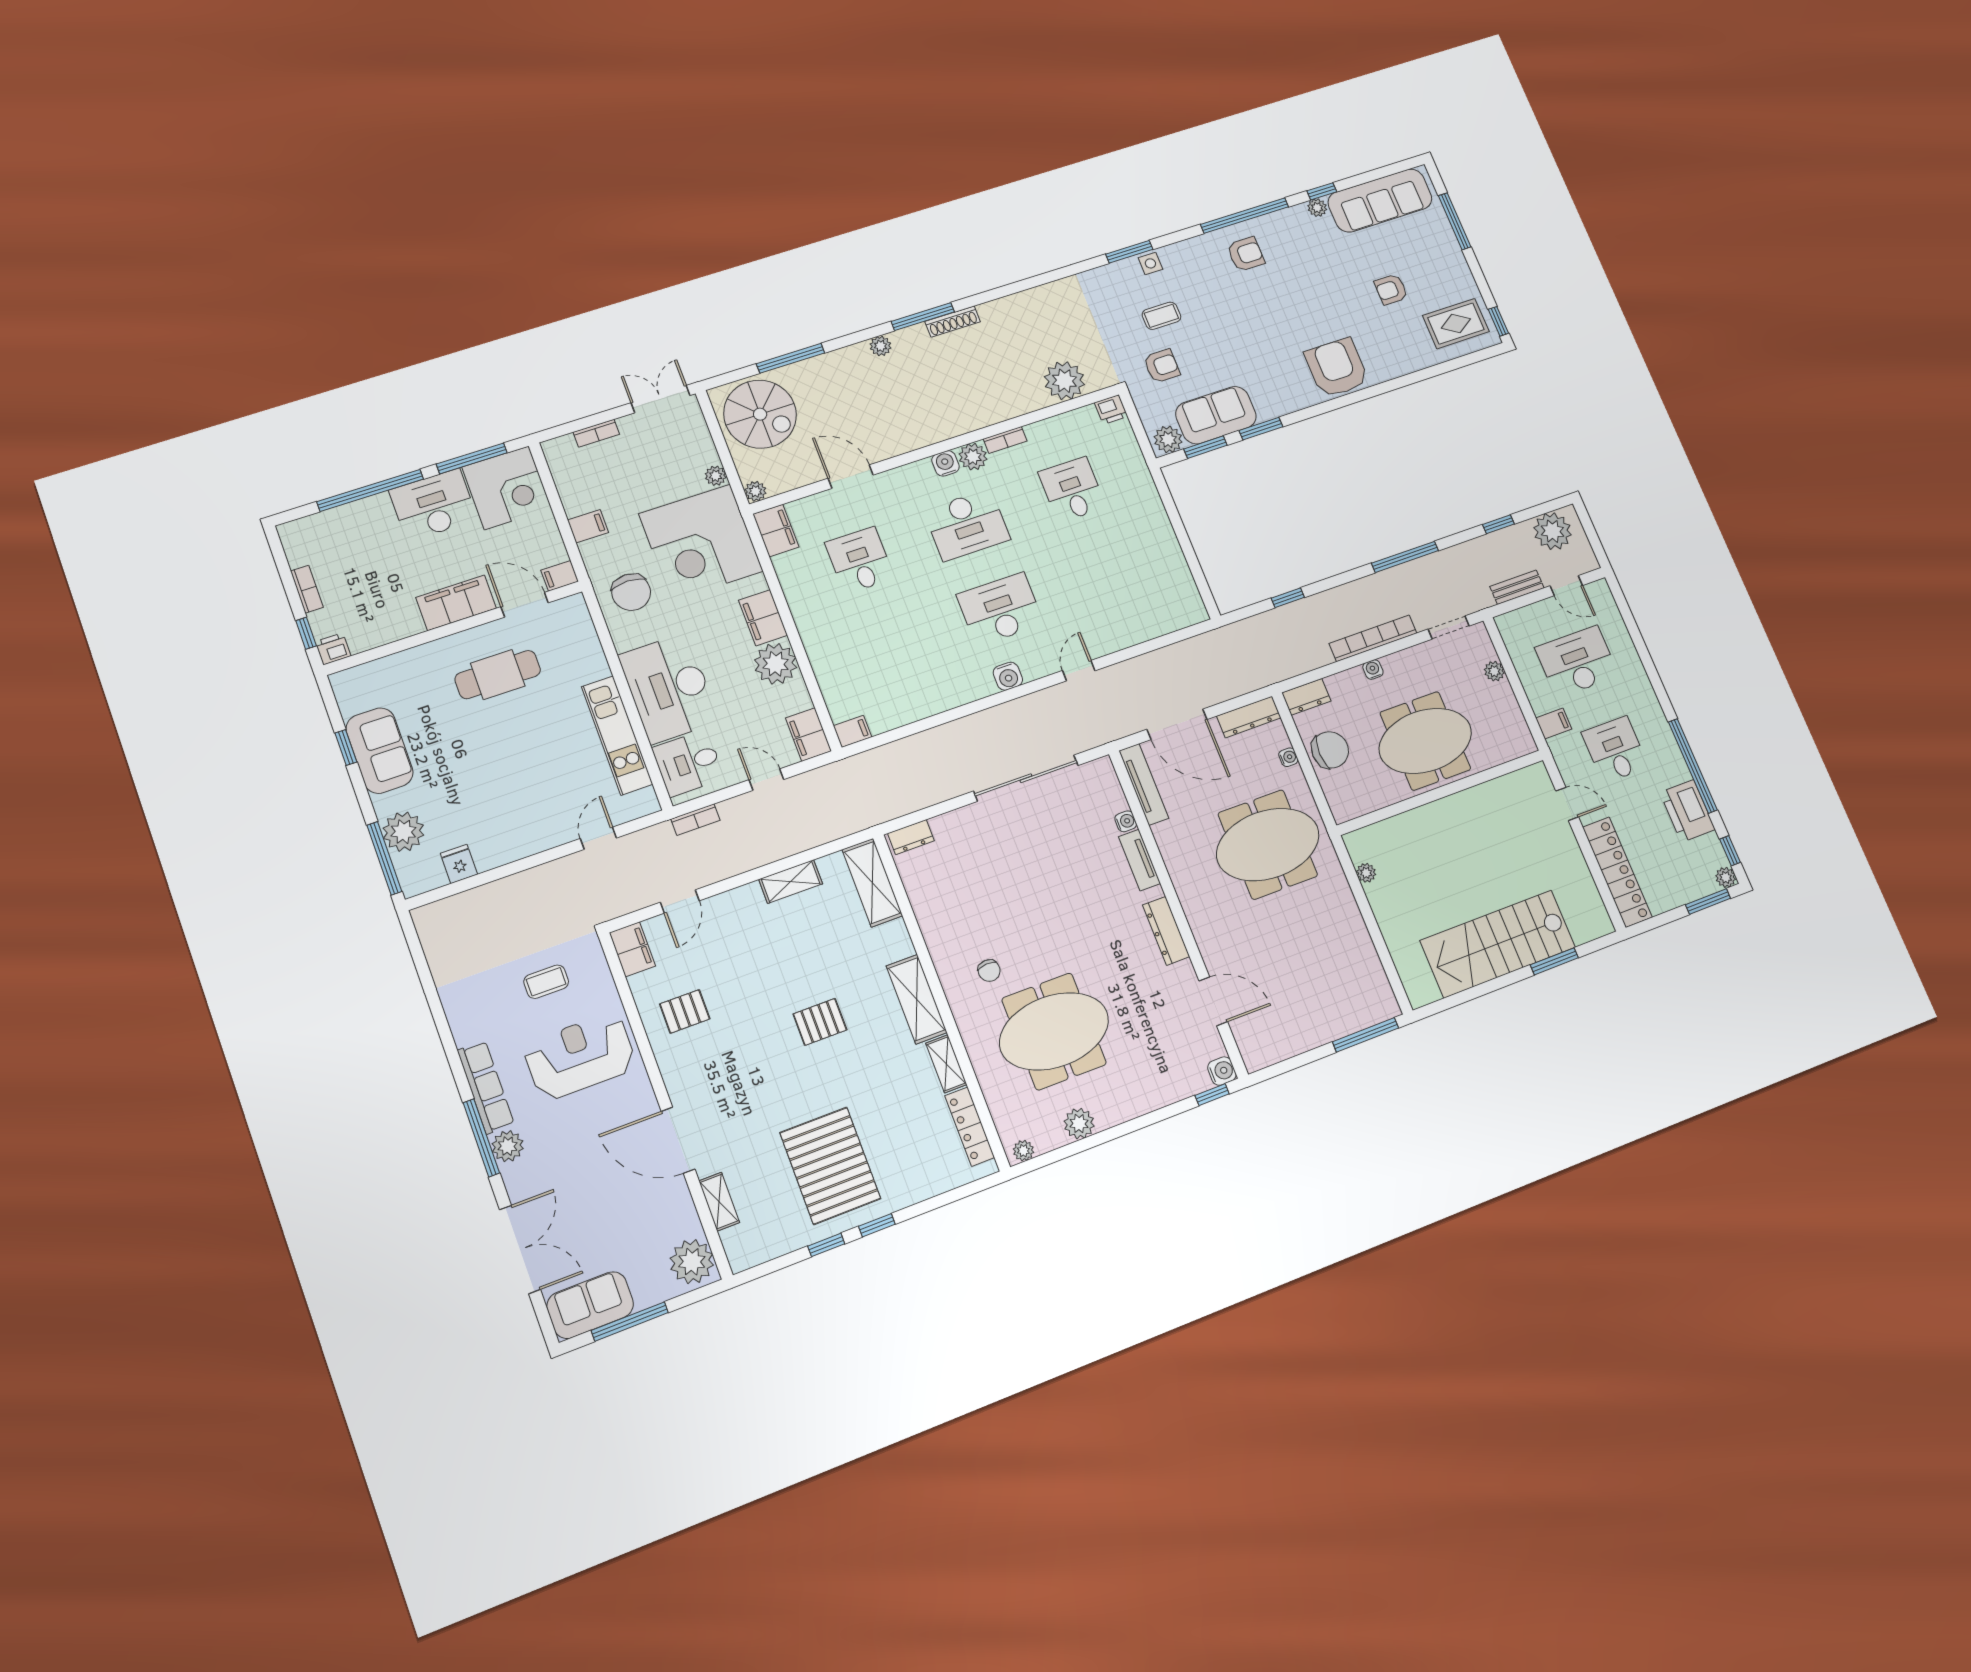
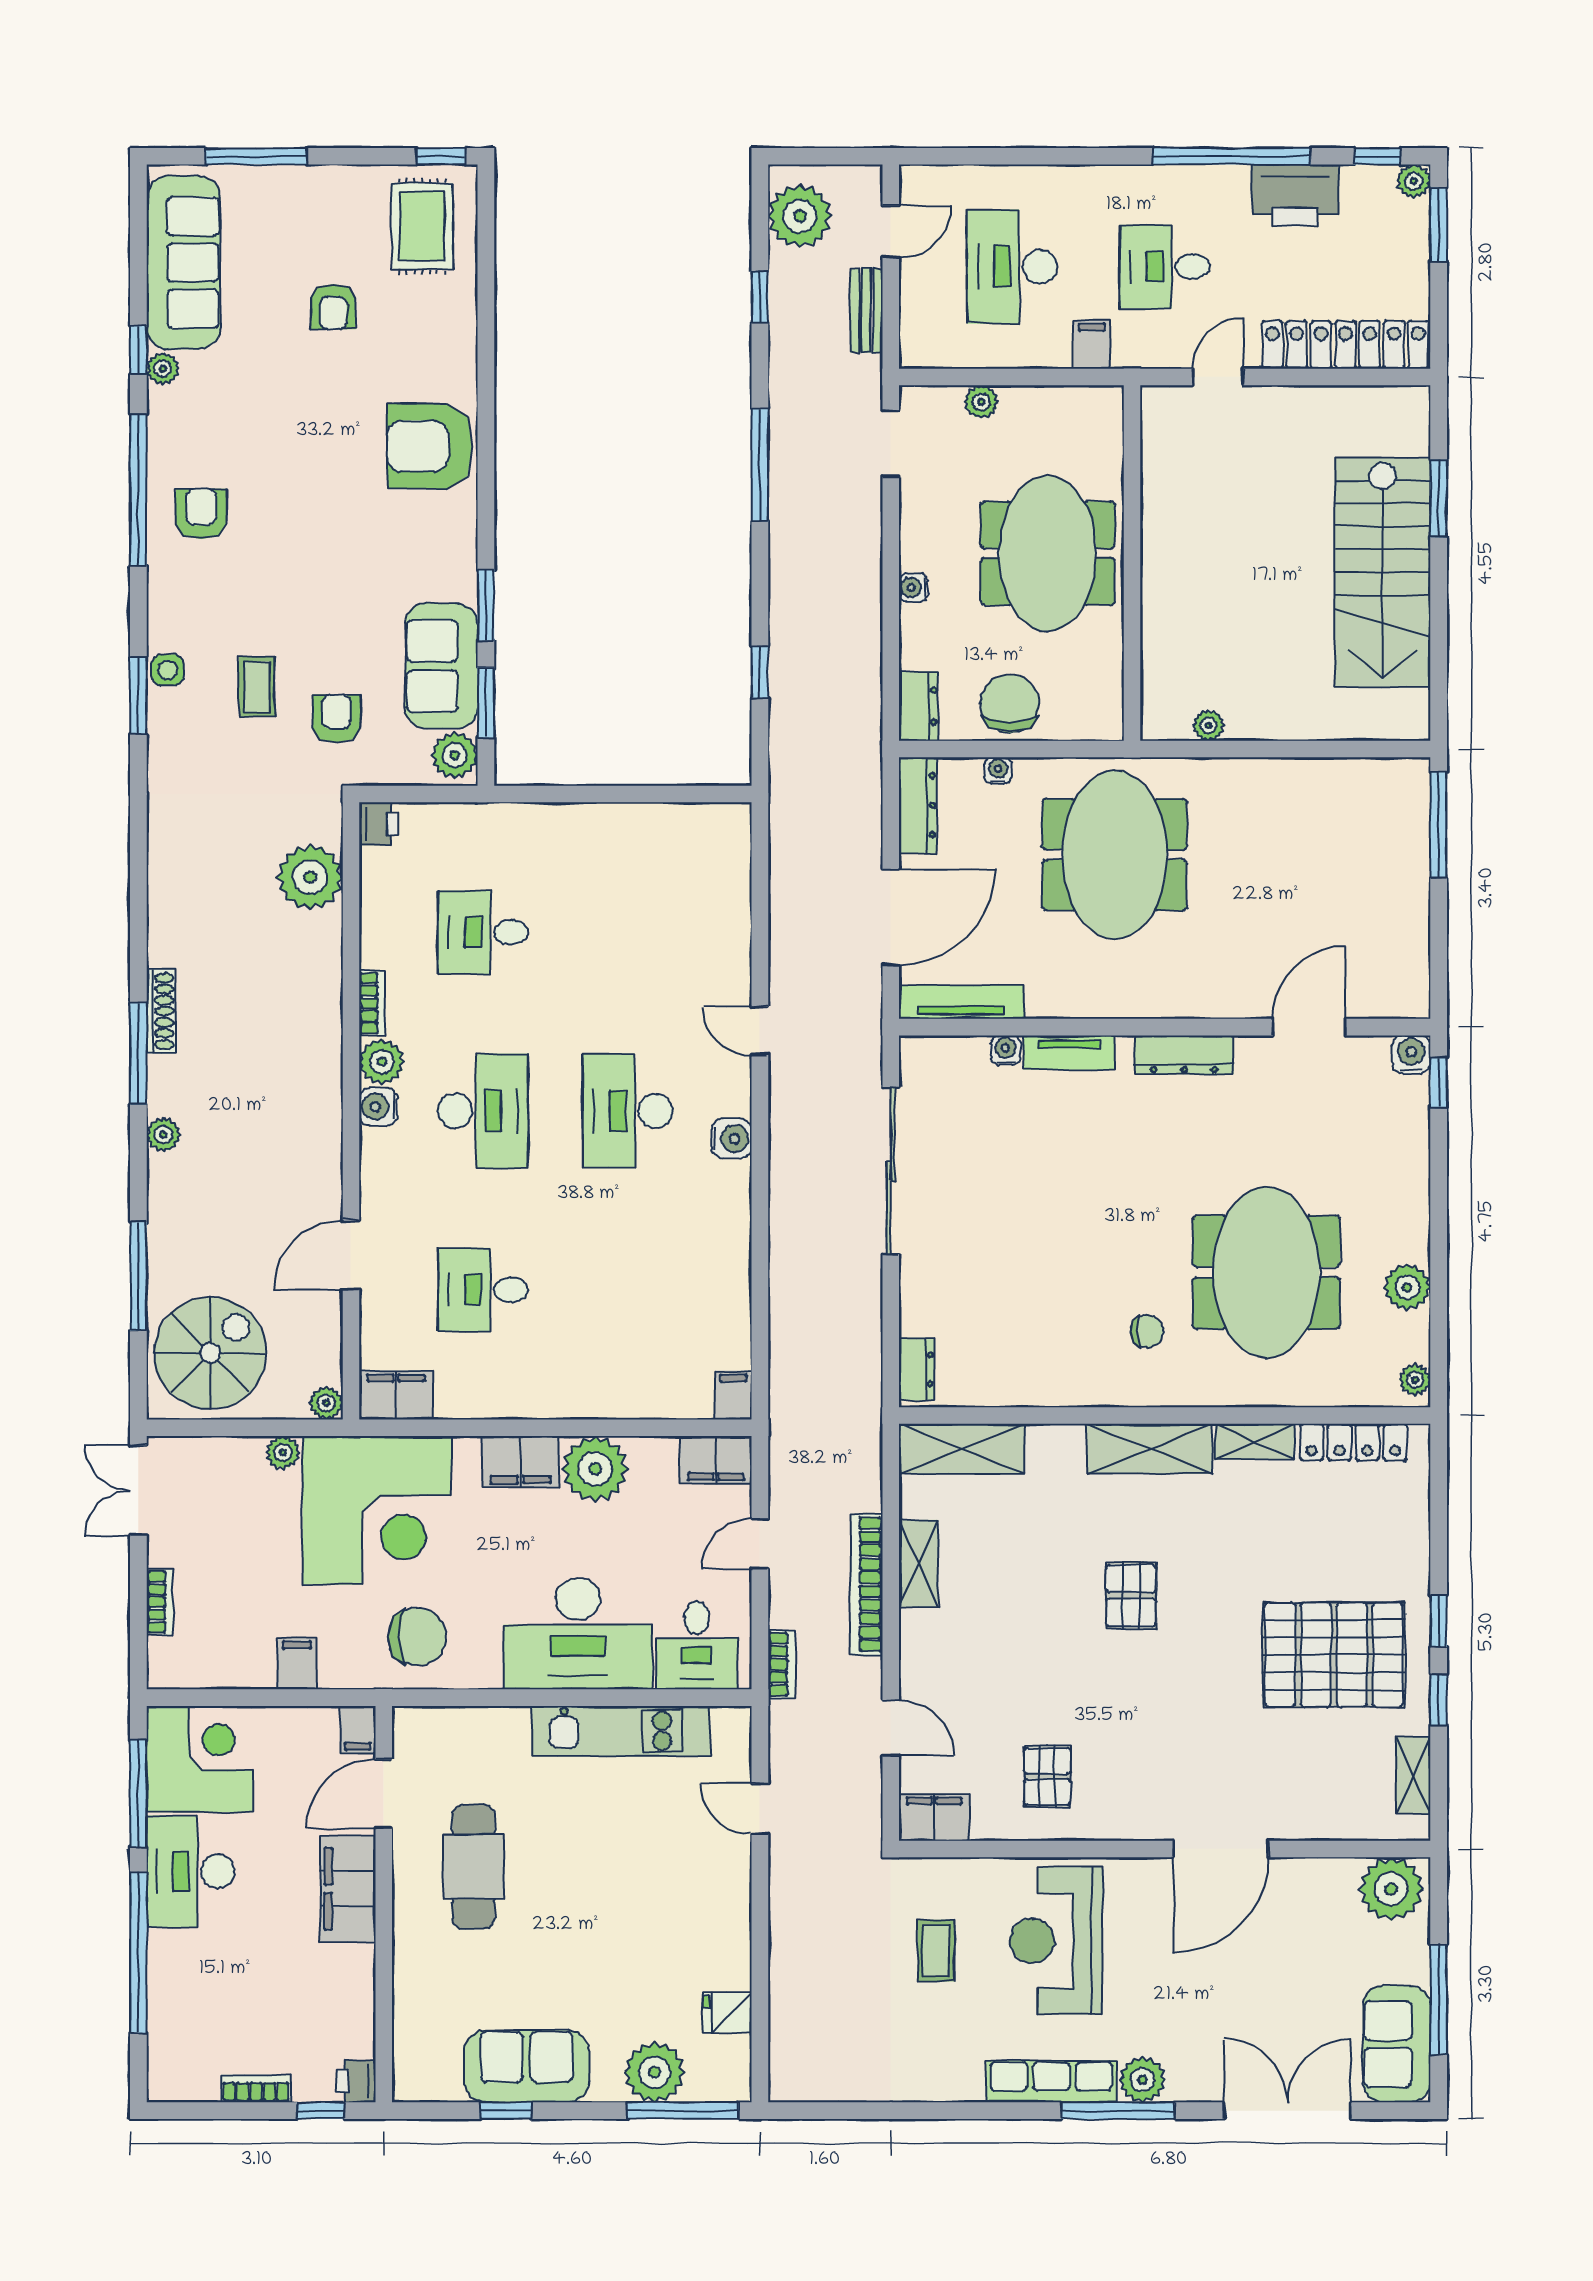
bookcase: (1373, 638) -> (866, 1584), moved
shelving: (719, 1202) -> (1413, 1775), moved, turned 90

